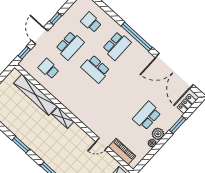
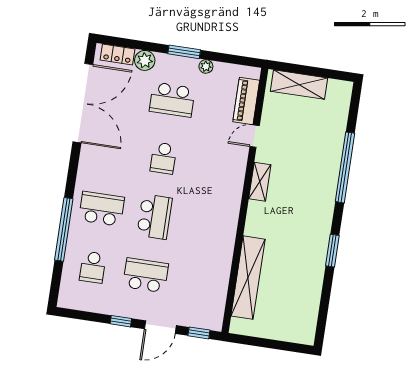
window: (137, 37) -> (64, 229), moved
school desk: (49, 69) -> (163, 158), moved
shelving: (63, 118) -> (260, 182), moved
window: (178, 125) -> (184, 52), moved
plant: (158, 134) -> (145, 60), moved
door: (102, 144) -> (255, 136), swing flipped

